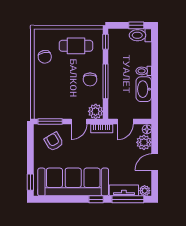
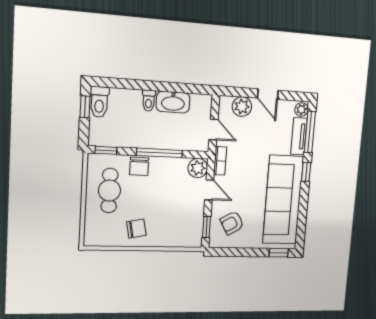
chair: (45, 57) -> (136, 229), moved
chair: (90, 79) -> (139, 166), moved, turned 90
window: (50, 121) -> (206, 227), width x0.67
floor lamp: (147, 129) -> (226, 102), removed

